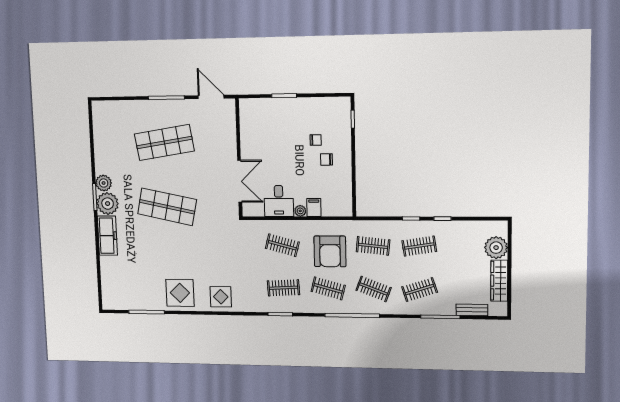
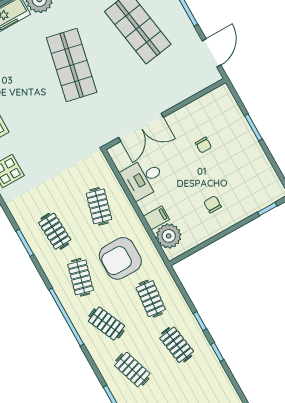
chair: (316, 140) -> (203, 145), moved
plant: (300, 211) -> (169, 236), moved, width x1.88, depth x1.88
clothes rail: (374, 289) -> (106, 323), turned -45

